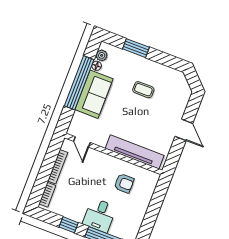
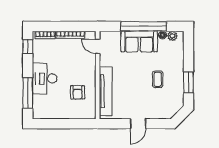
window: (136, 48) -> (189, 82), moved
door: (82, 142) -> (98, 46), hinge flipped
desk: (100, 215) -> (45, 78), width x1.37
window: (69, 225) -> (28, 46), moved

